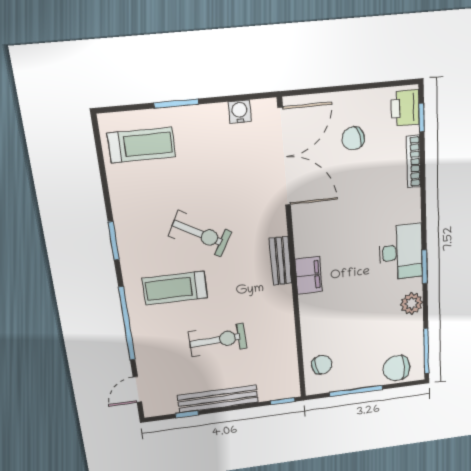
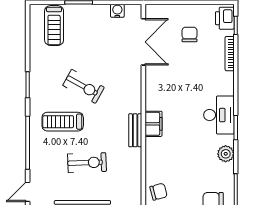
chair: (353, 138) -> (190, 34), turned 108
treadmill: (142, 145) -> (54, 26), turned 90
double door: (284, 157) -> (143, 42), width x0.73
bench: (281, 261) -> (135, 130), moved

